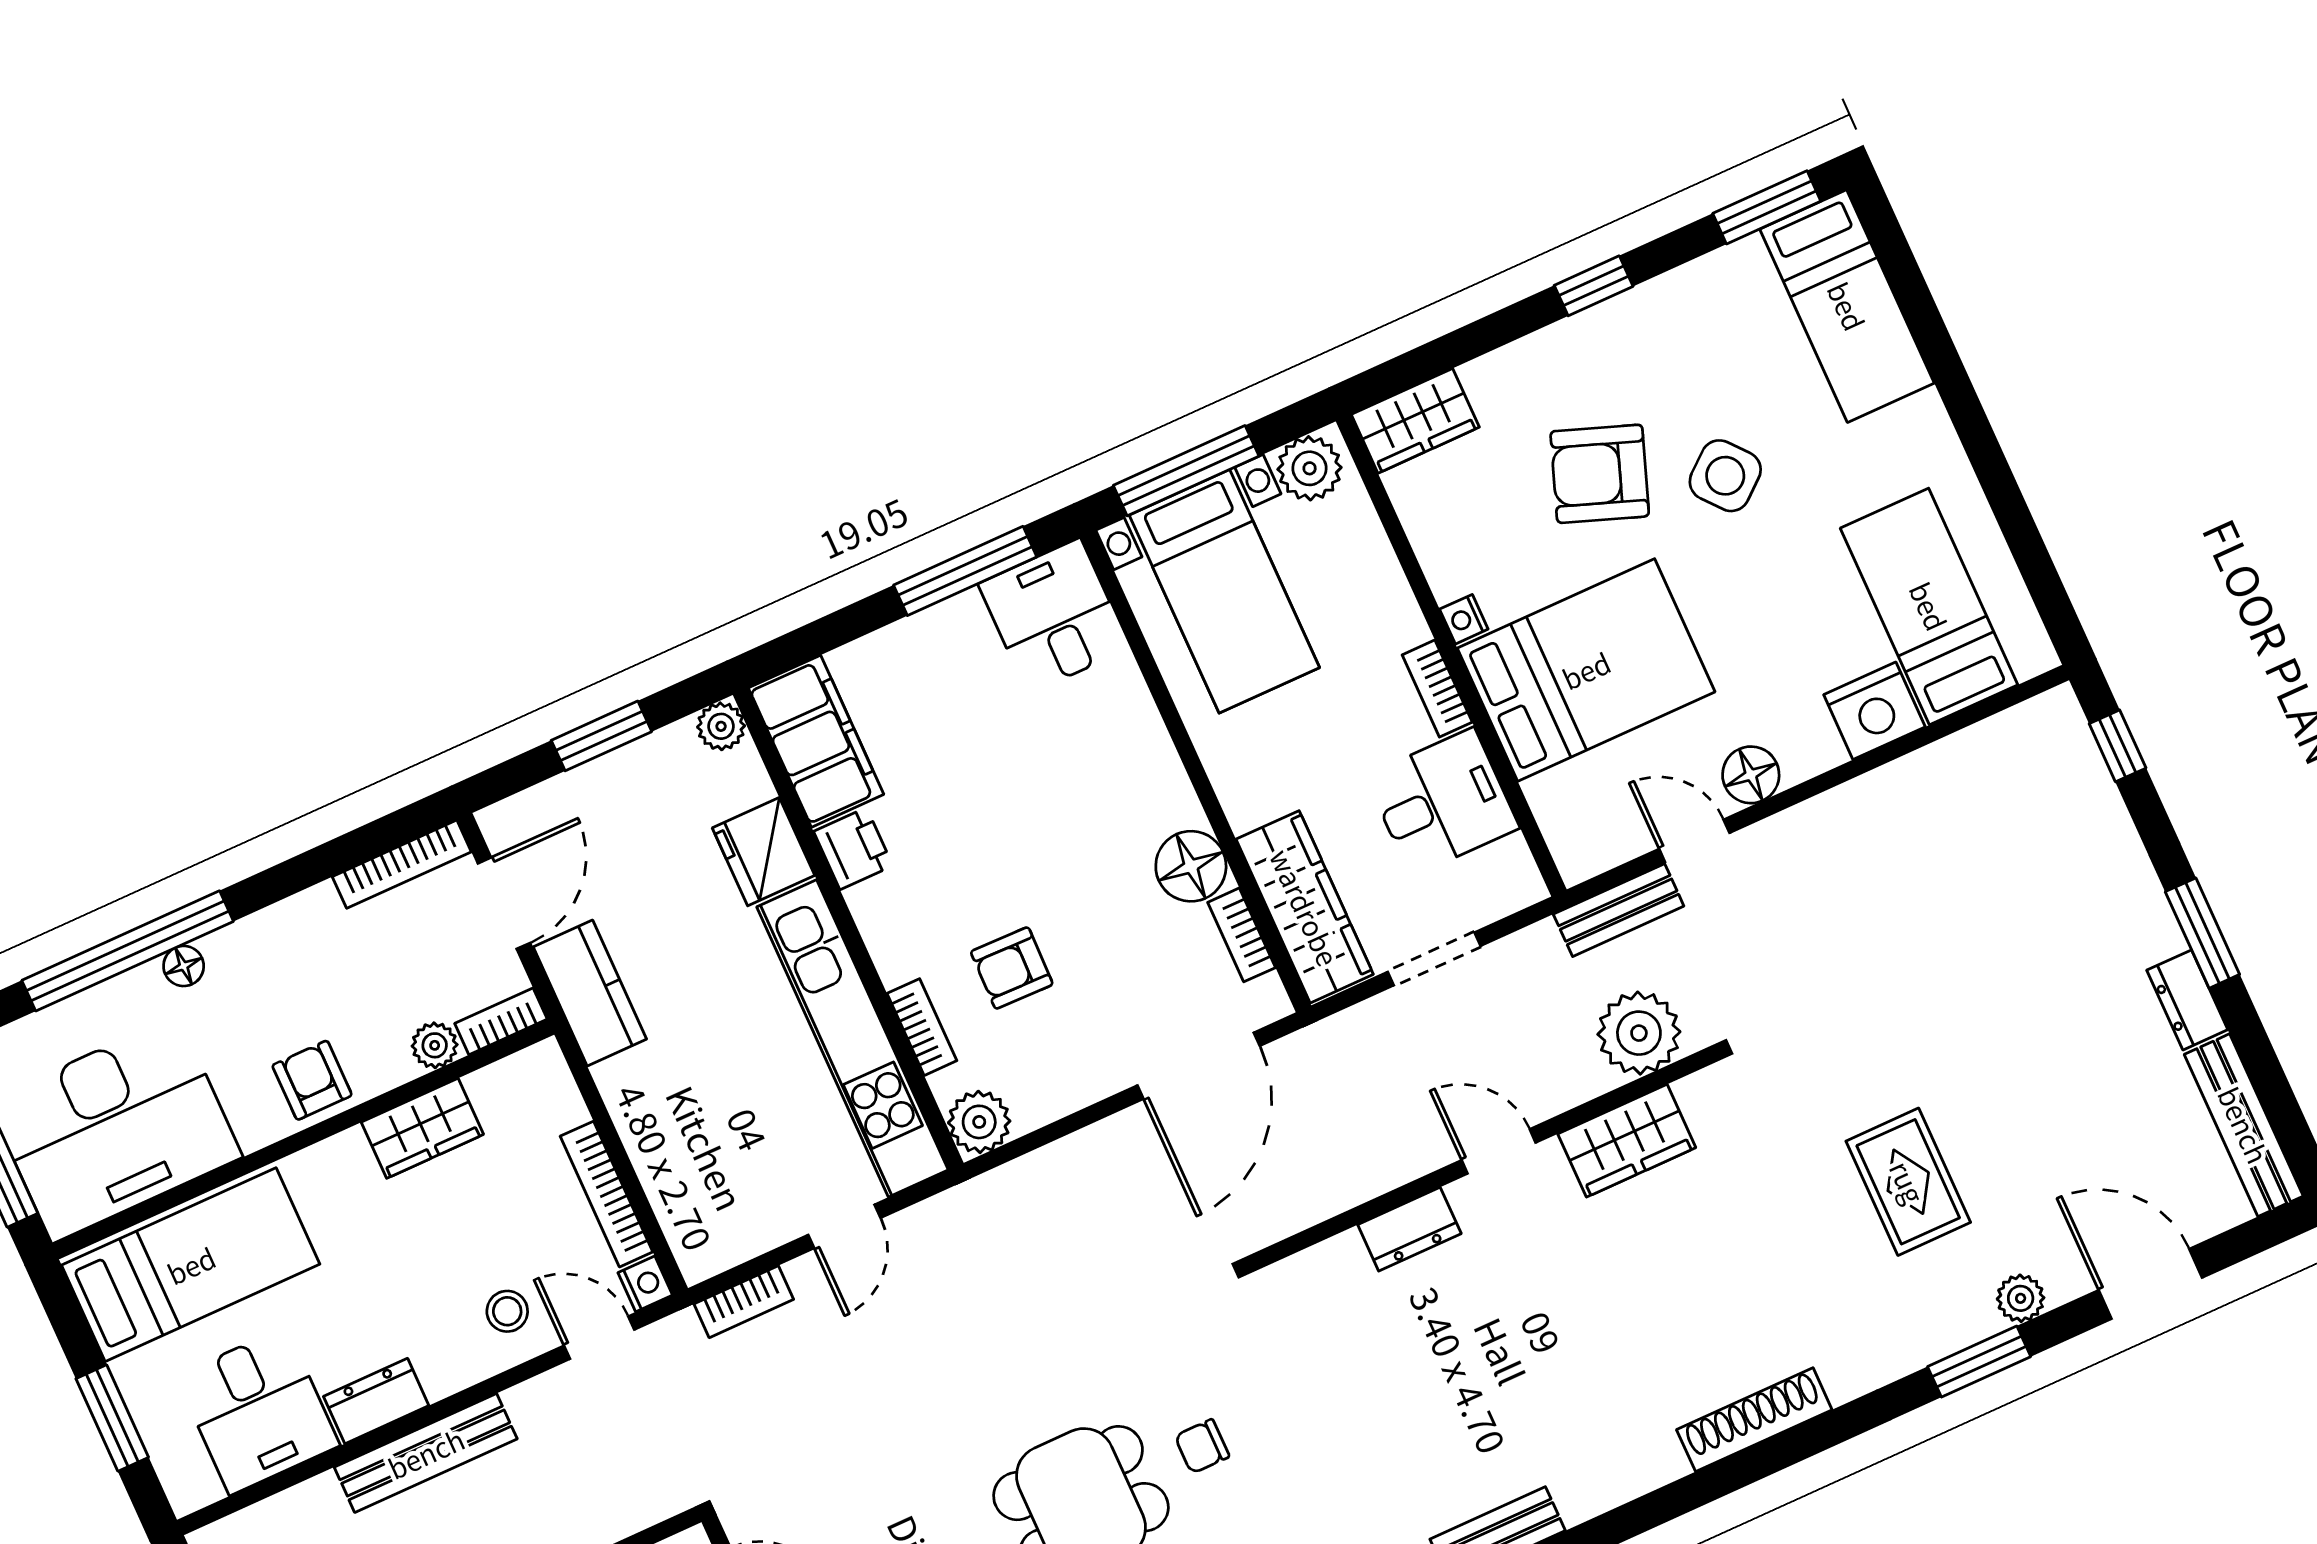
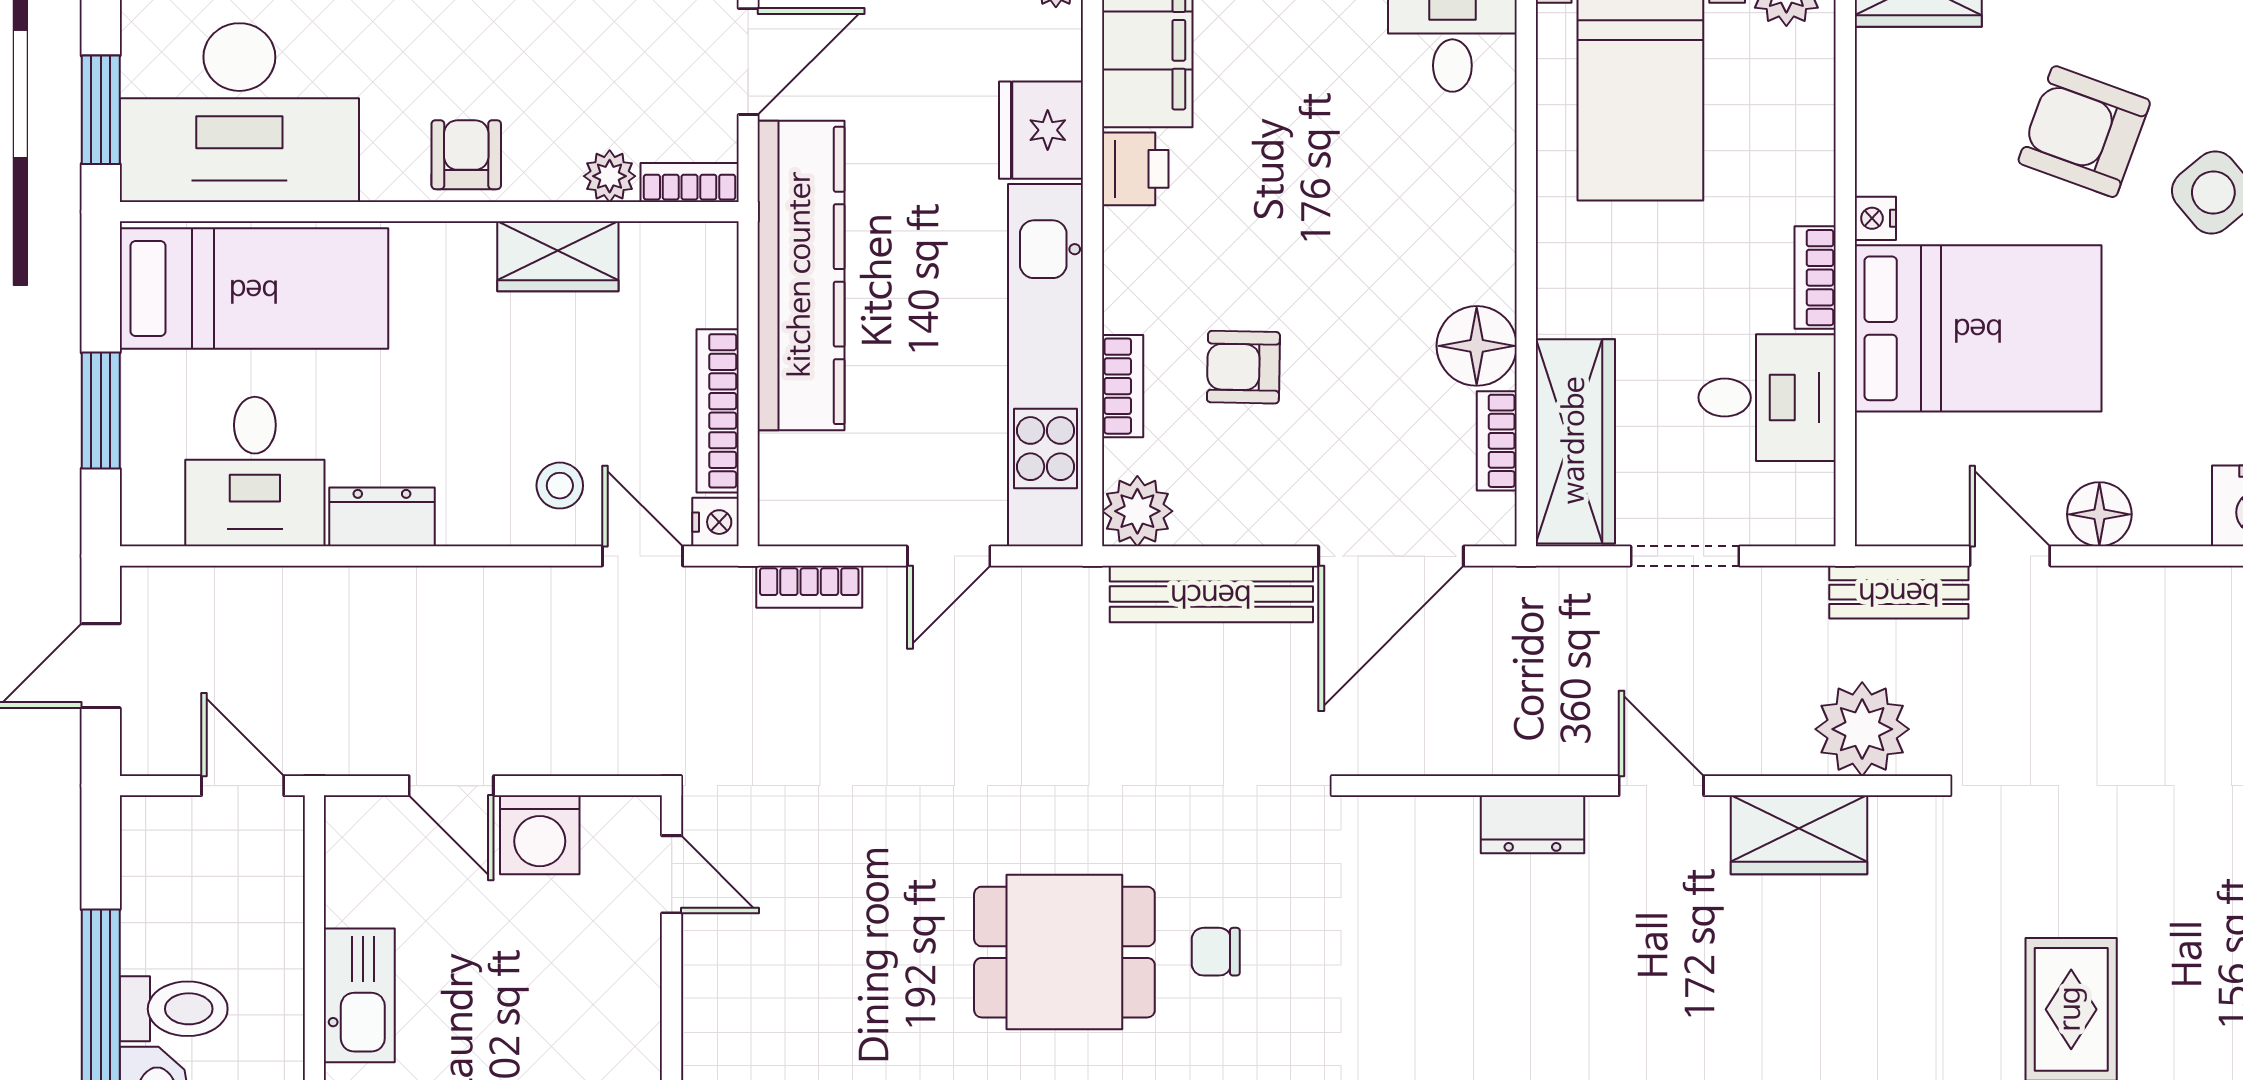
kitchen counter: (590, 993) -> (801, 275), width x2.08, depth x1.17
bench: (426, 1453) -> (1211, 594), moved

